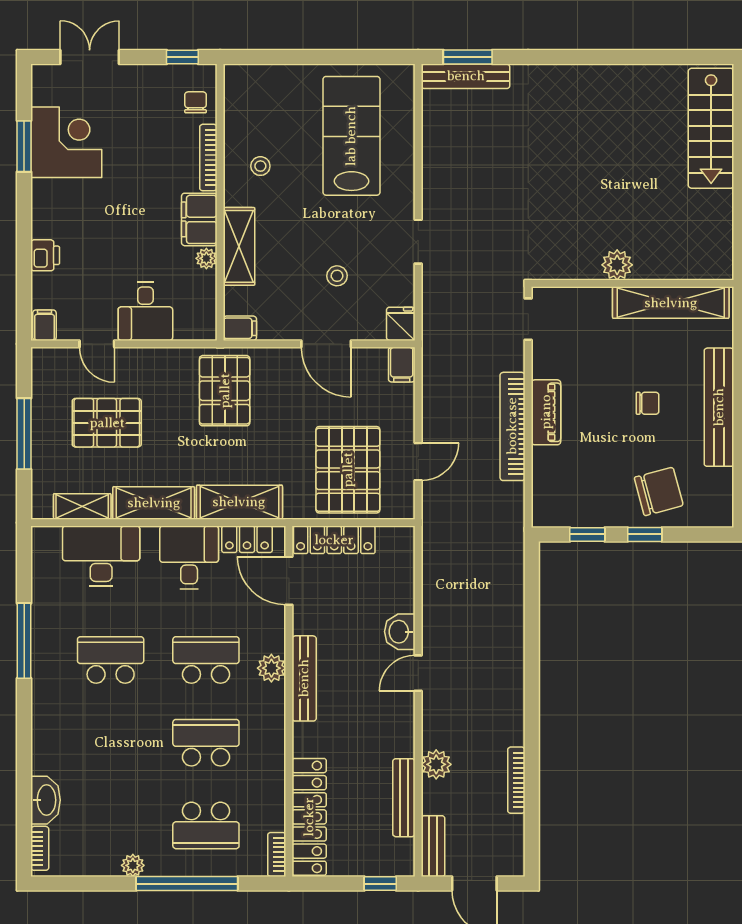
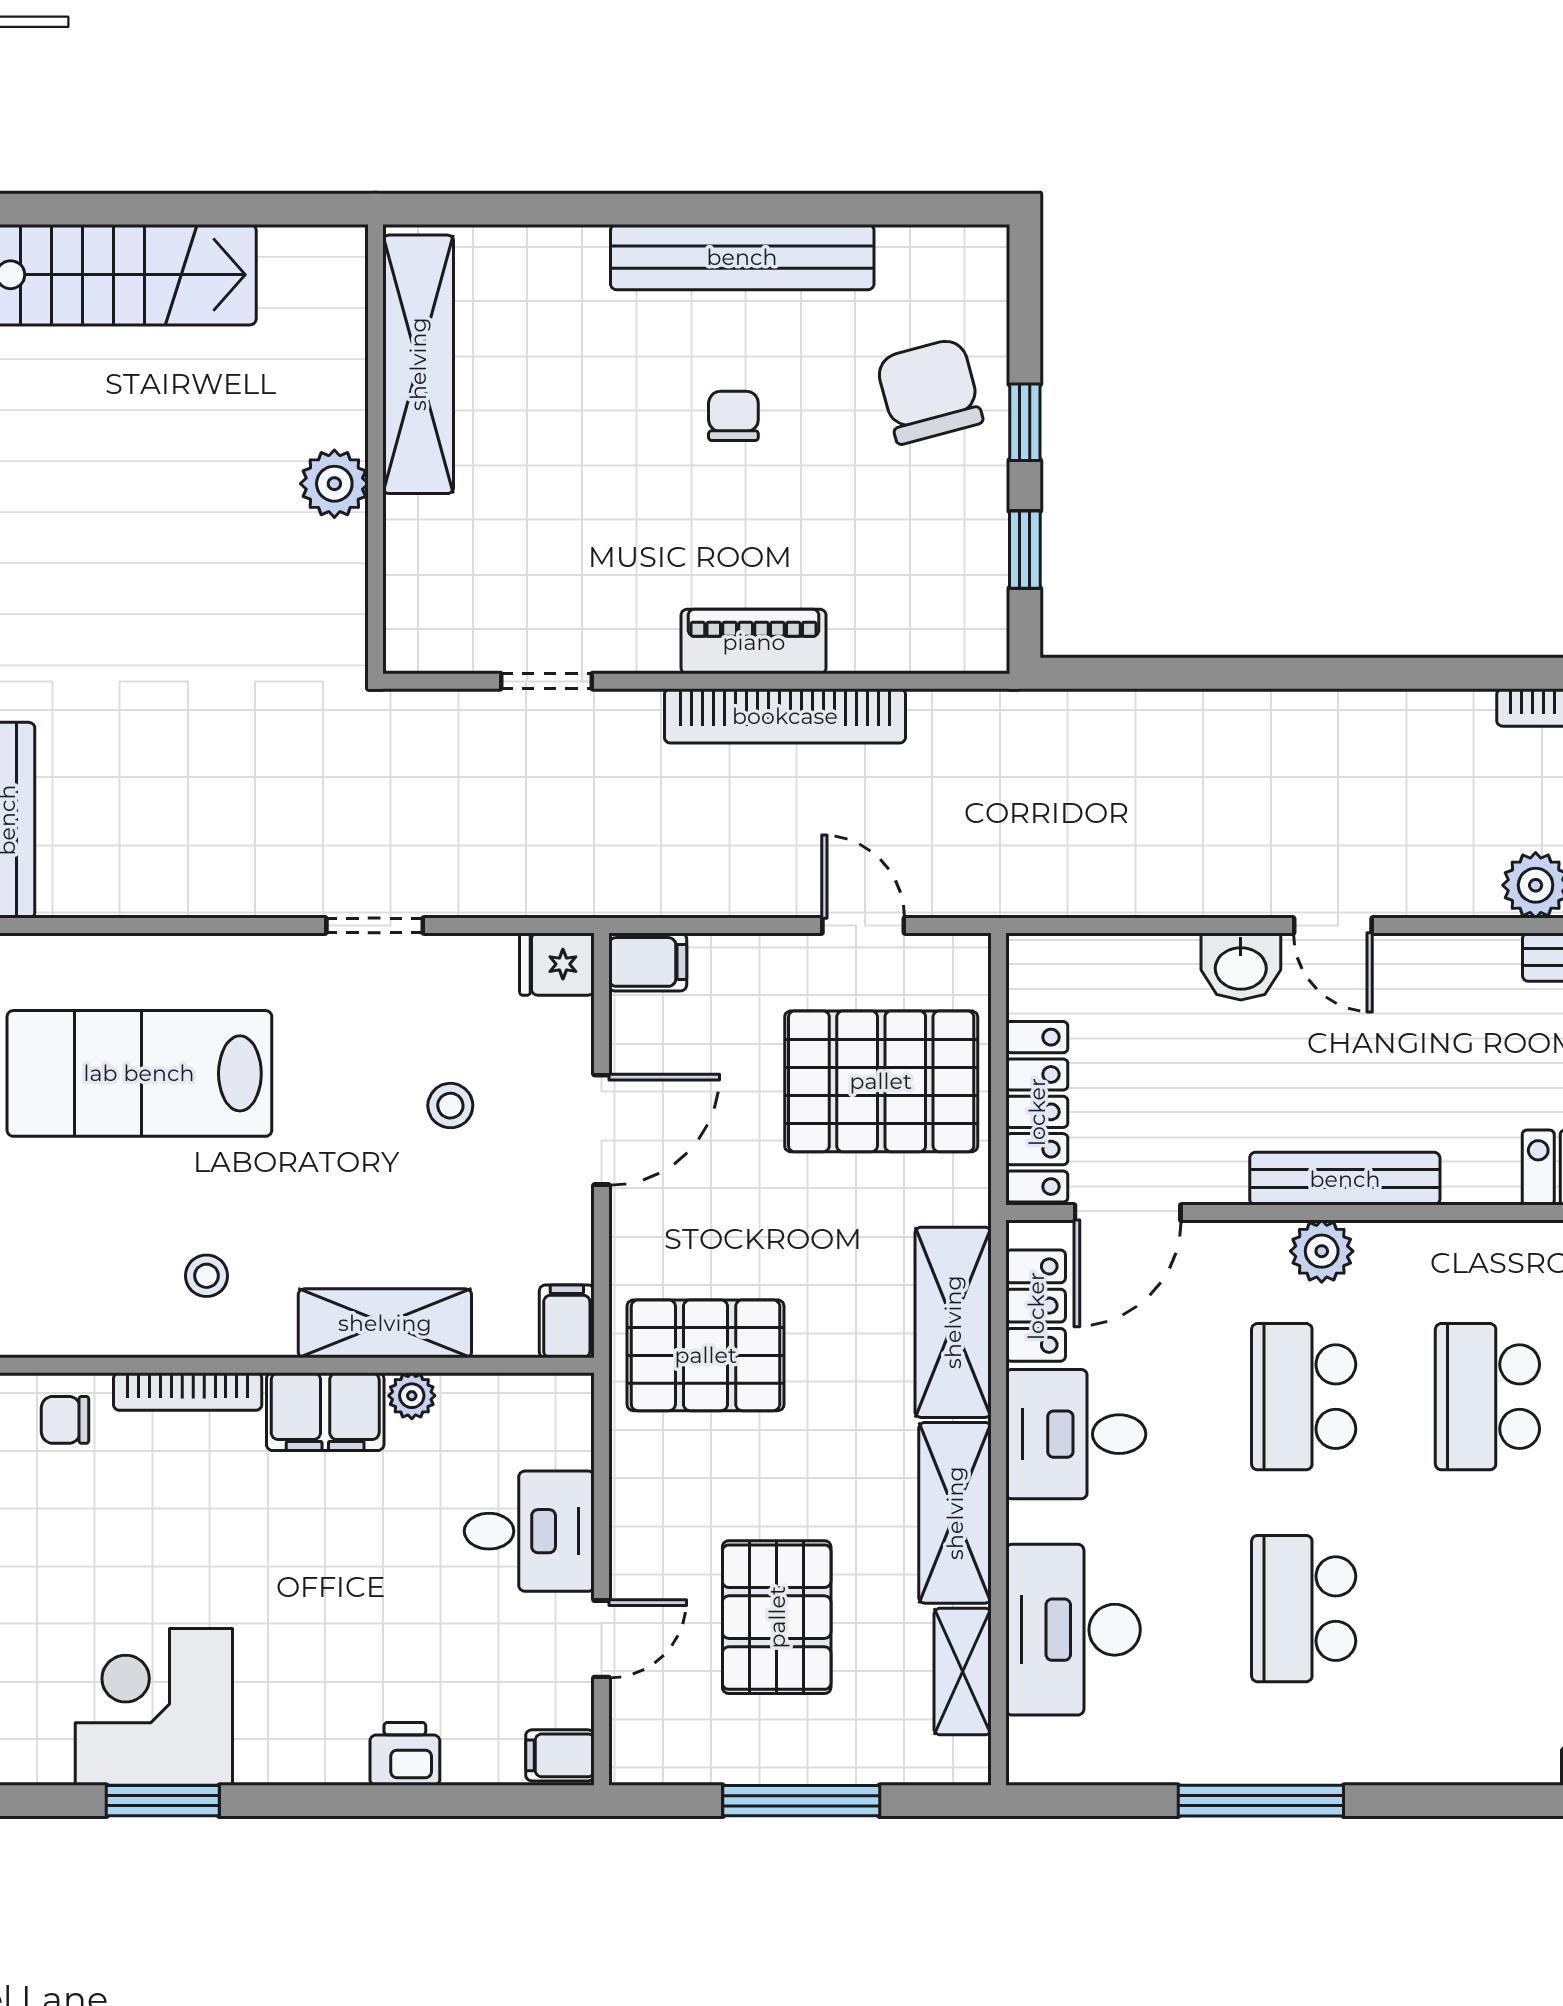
plant: (617, 265) -> (334, 484), moved
wall: (633, 283) -> (376, 449), moved
shelving: (671, 303) -> (418, 364), moved

